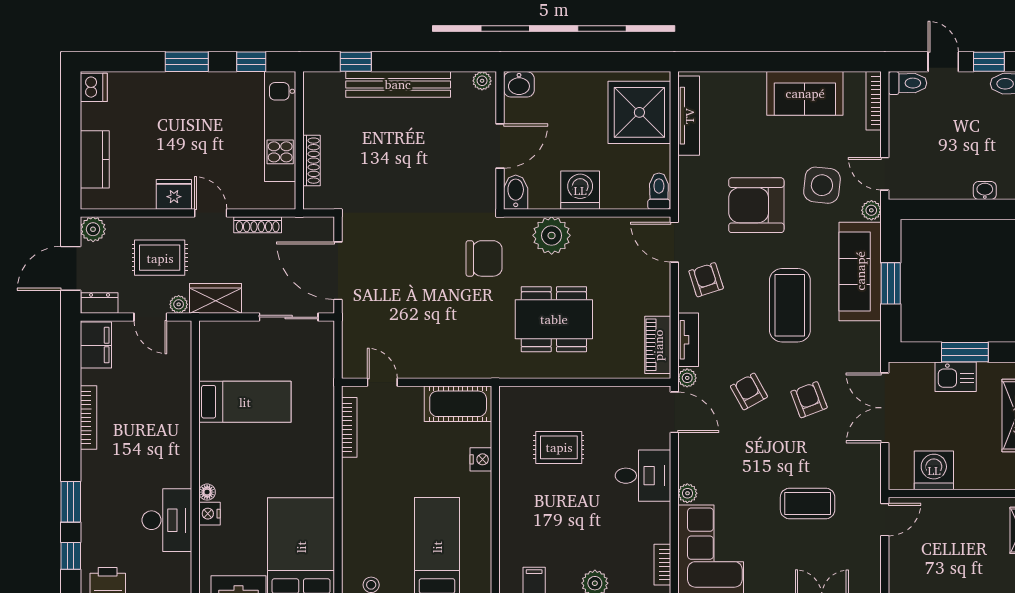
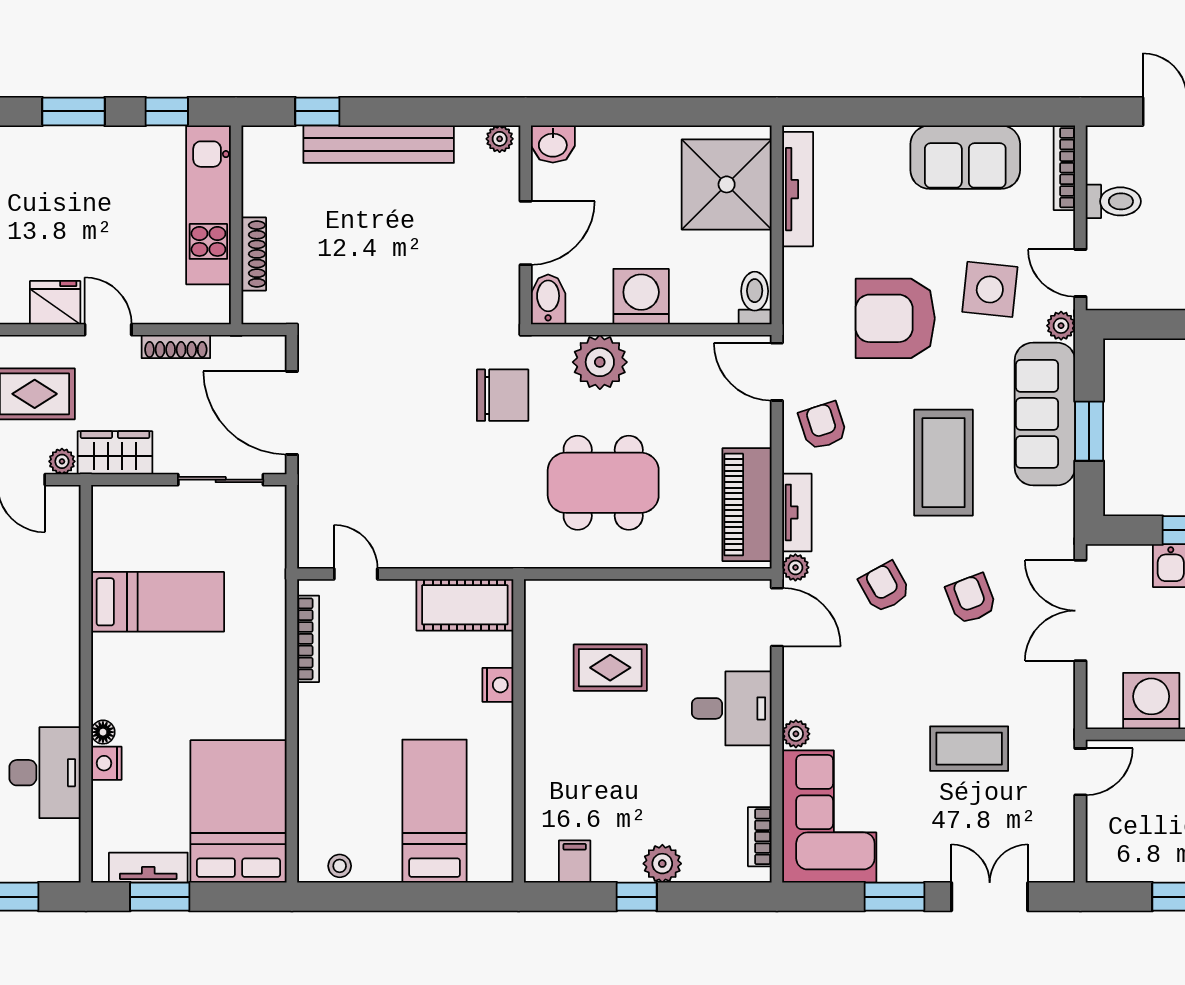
toilet: (908, 83) -> (1113, 201), moved
piano: (658, 345) -> (747, 505), width x1.37, depth x1.33

